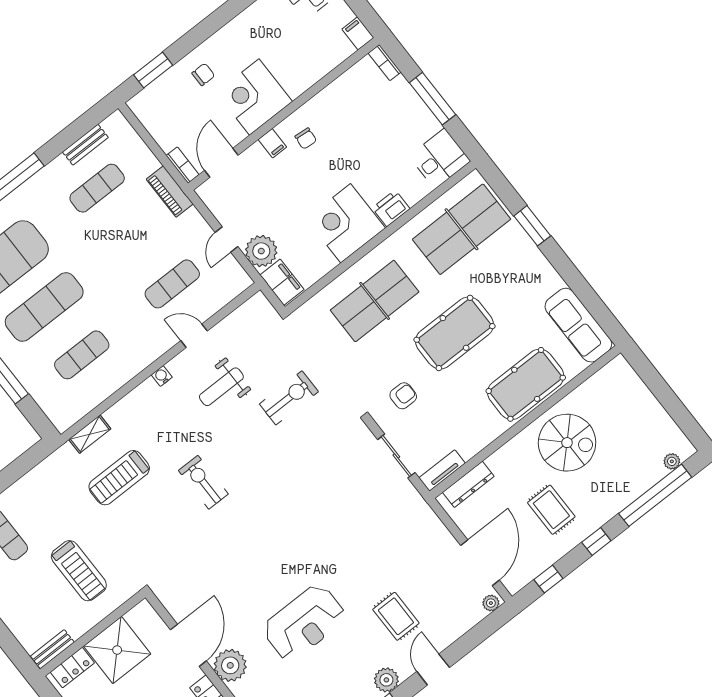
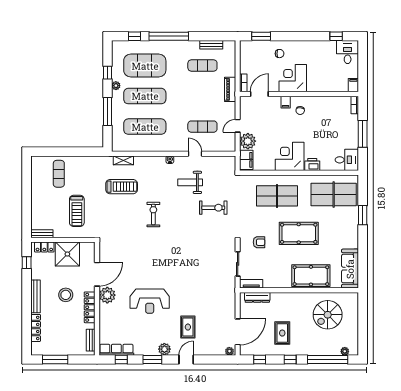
exercise mat: (82, 355) -> (145, 127), width x1.36, depth x1.45
spiral stairs: (567, 443) -> (328, 315), moved, turned 90
treadmill: (119, 478) -> (122, 187), turned 180

